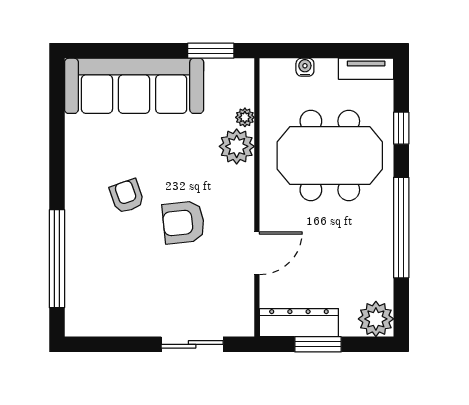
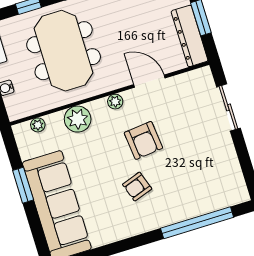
window: (211, 51) -> (23, 185), moved
plant: (245, 117) -> (38, 125), moved
plant: (244, 202) -> (115, 102), added

